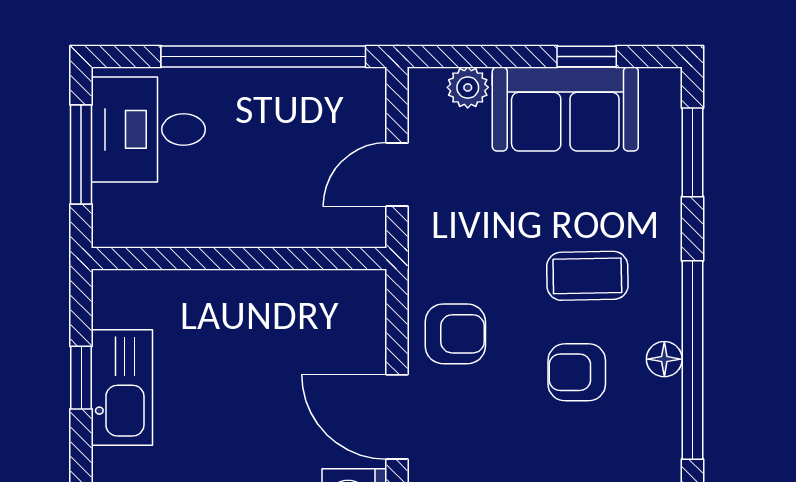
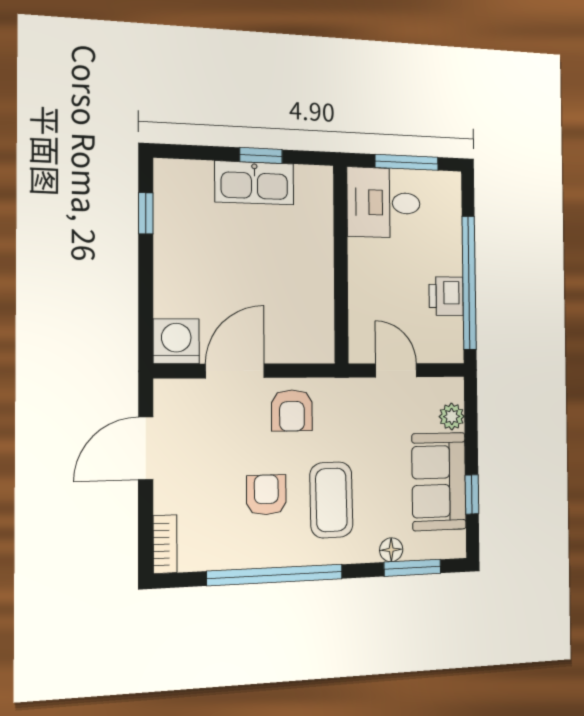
printer: (284, 94) -> (446, 296), added
desk: (148, 129) -> (384, 203), moved, turned -90
coffee table: (587, 276) -> (331, 500), width x1.36, depth x1.30
floor lamp: (664, 359) -> (391, 550), moved

